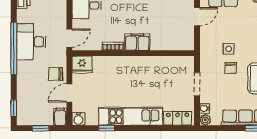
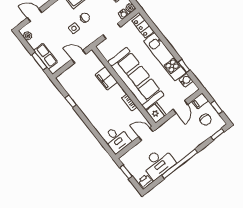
door: (197, 17) -> (79, 57), moved
desk: (31, 42) -> (158, 163), moved
filing cabinet: (137, 42) -> (106, 78), moved
sofa: (132, 71) -> (136, 78), added
chair: (55, 74) -> (206, 120), moved
door: (69, 93) -> (180, 107), hinge flipped
water cooler: (78, 119) -> (186, 80), moved

